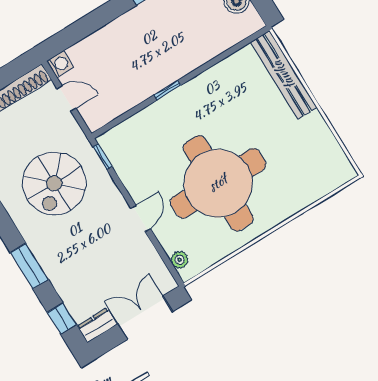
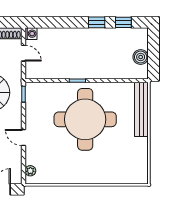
round table: (218, 183) -> (85, 119), moved
door: (141, 218) -> (23, 138), swing flipped

